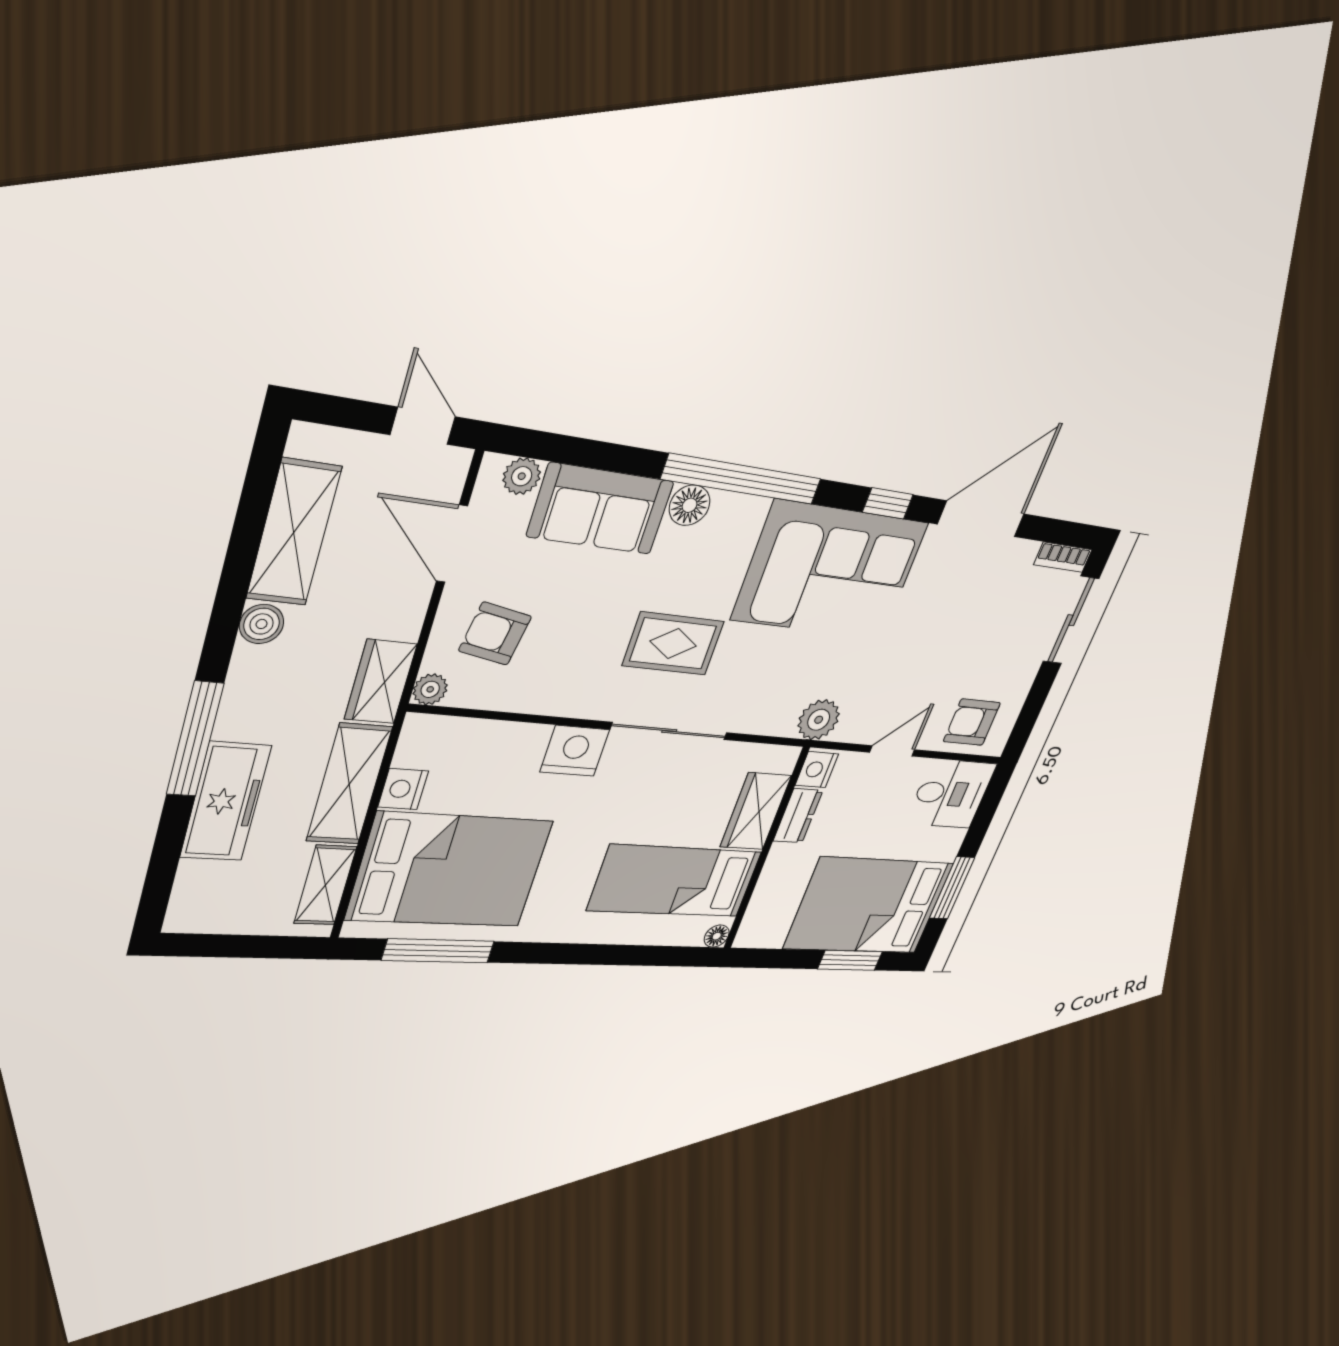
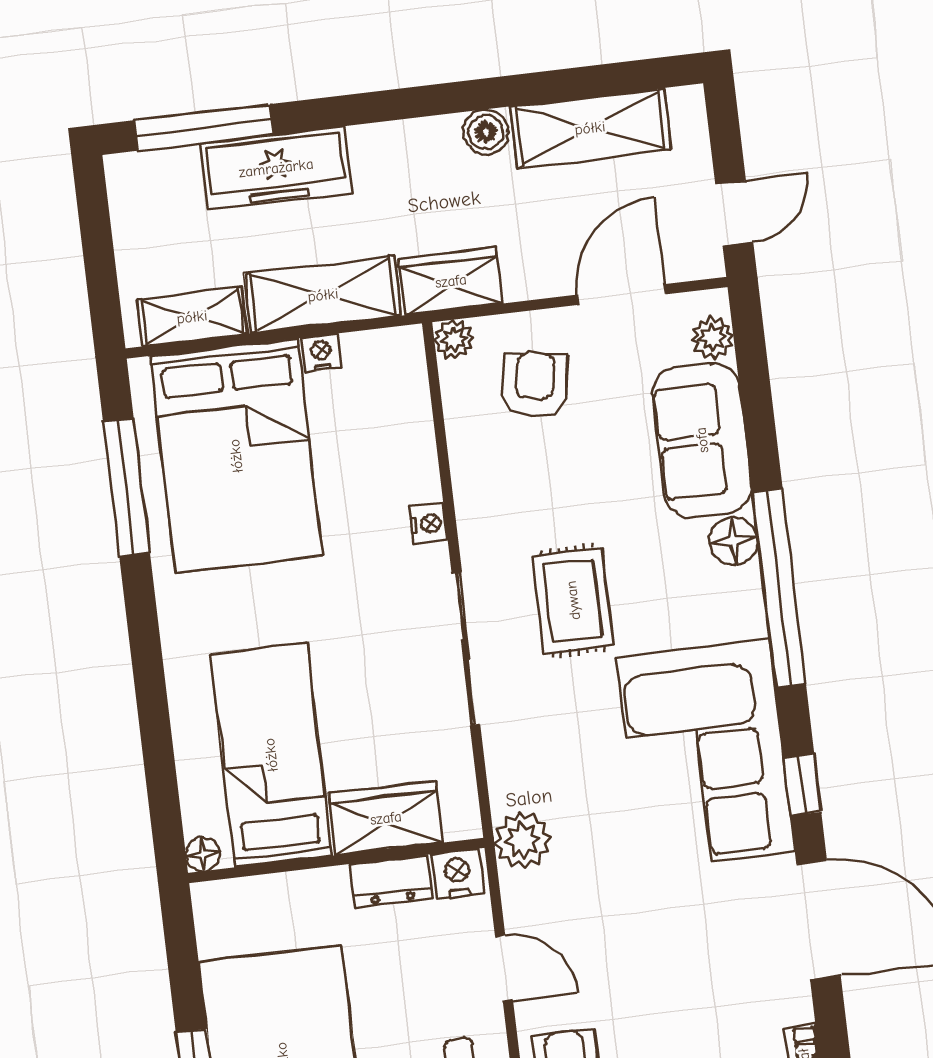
window: (195, 739) -> (204, 127), moved
nightstand: (575, 751) -> (428, 524), width x0.53, depth x0.56
nightstand: (403, 789) -> (321, 353), width x0.72, depth x0.74

